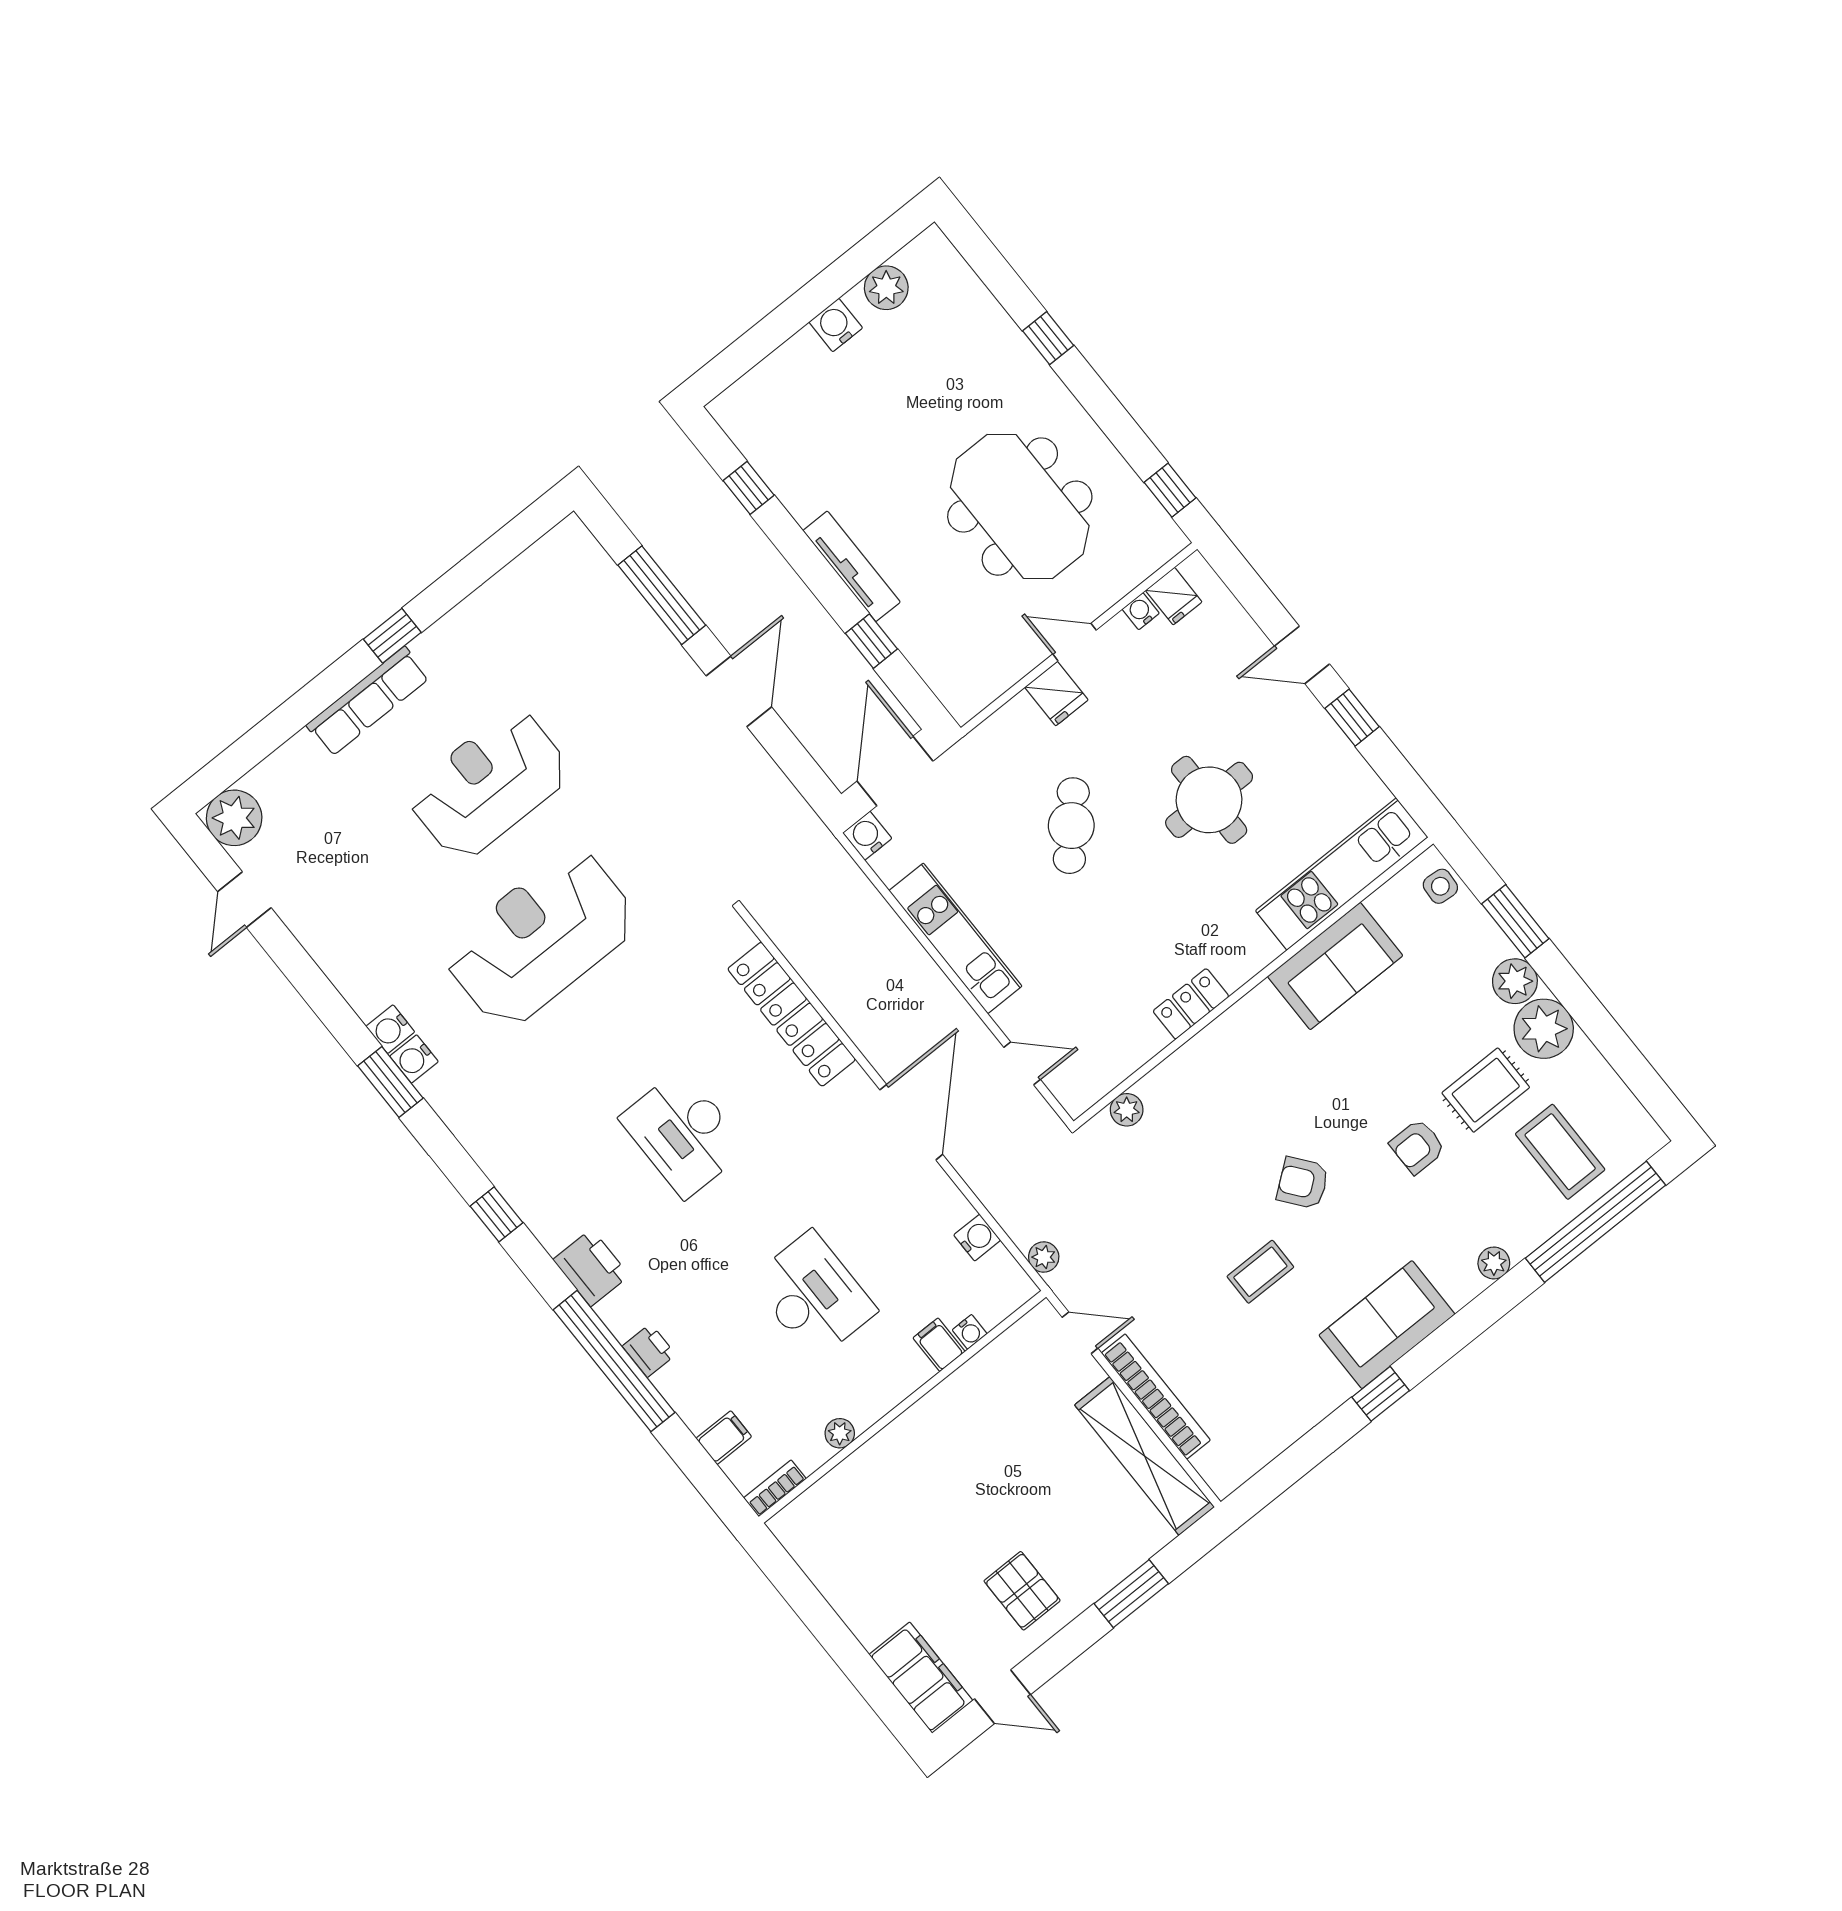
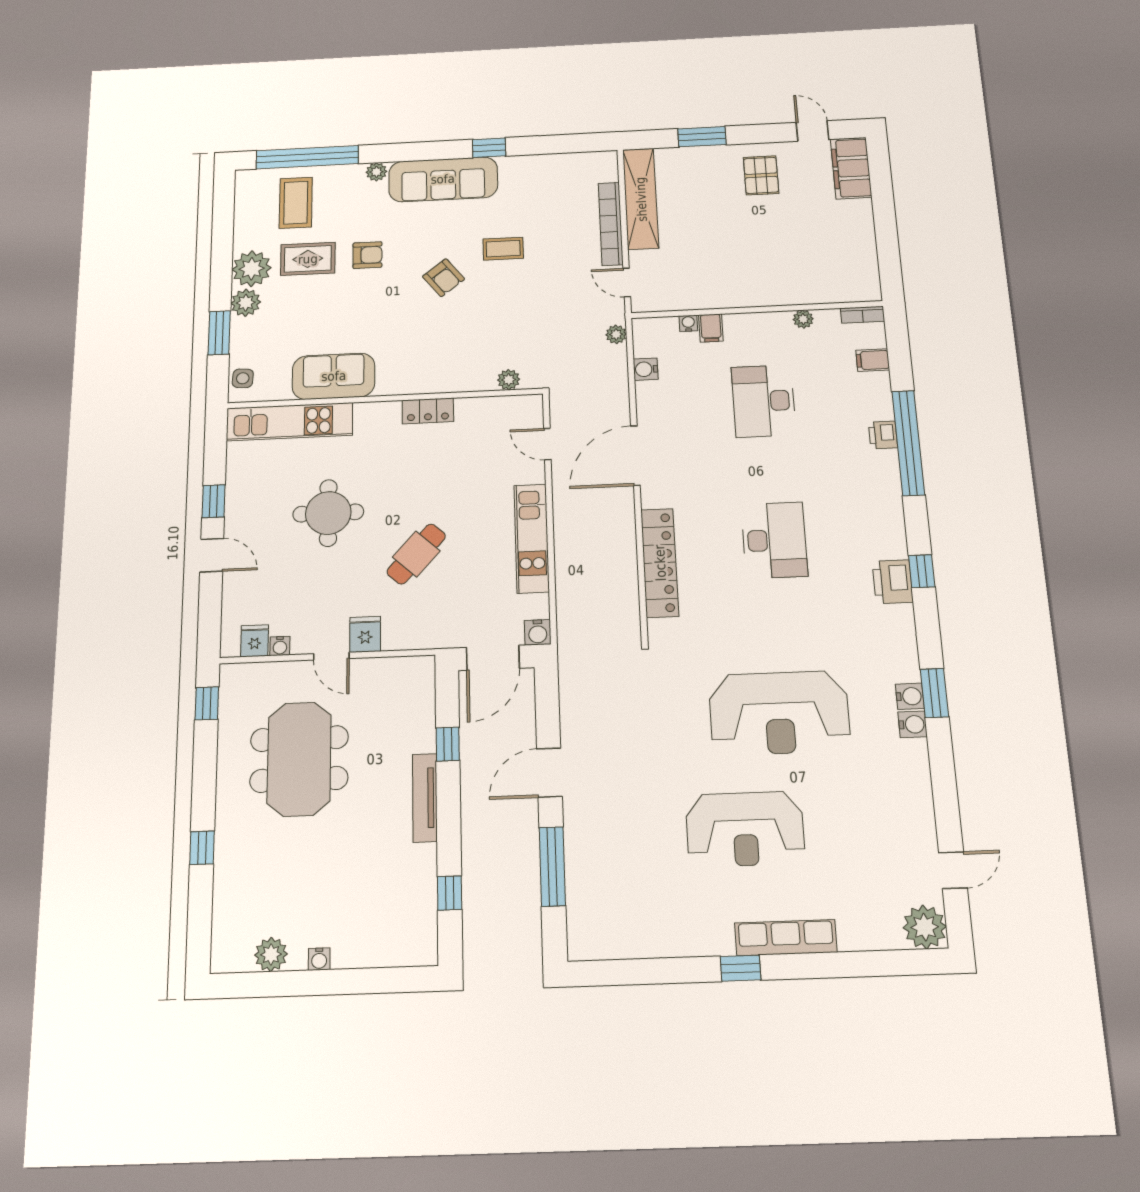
water cooler: (836, 325) -> (319, 959), width x0.72, depth x0.72
printer: (591, 1268) -> (893, 582), moved
sofa: (1387, 1325) -> (443, 179), width x1.36

